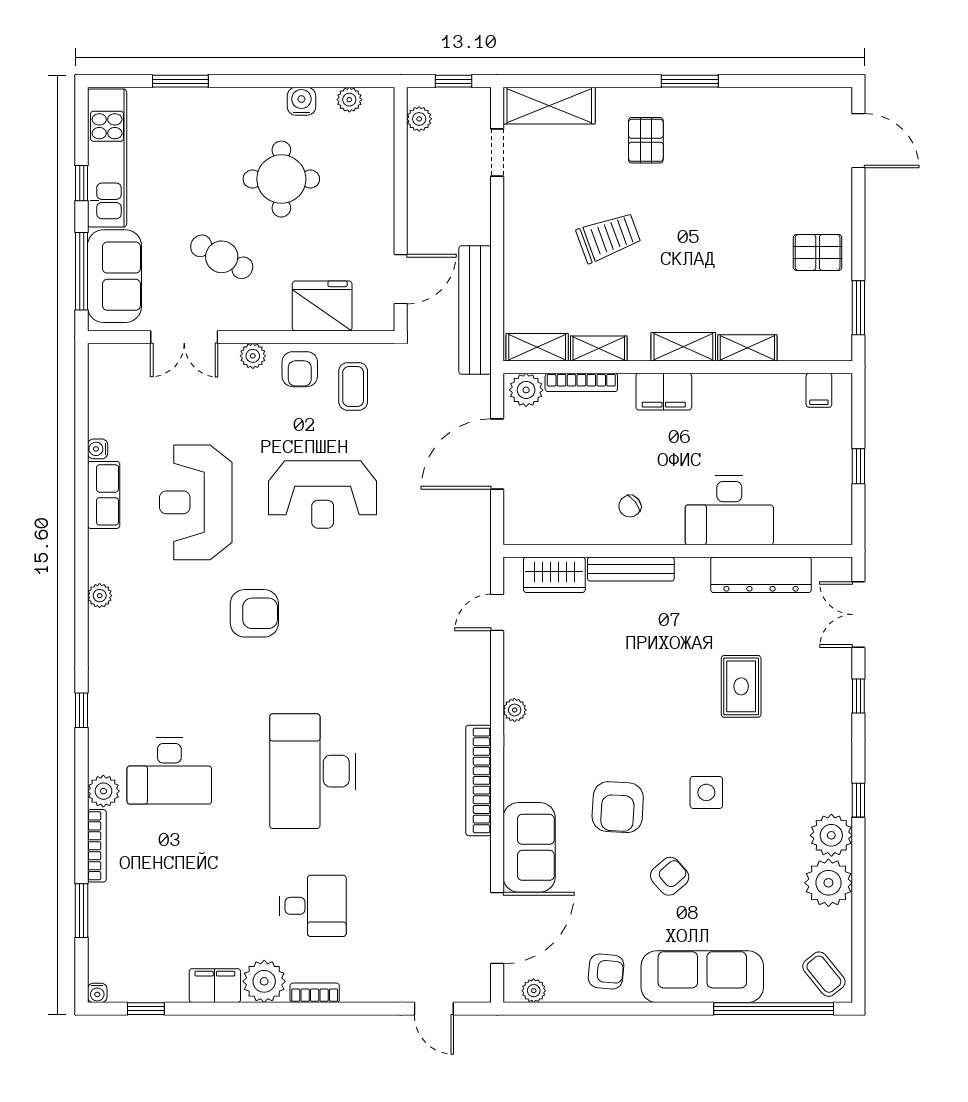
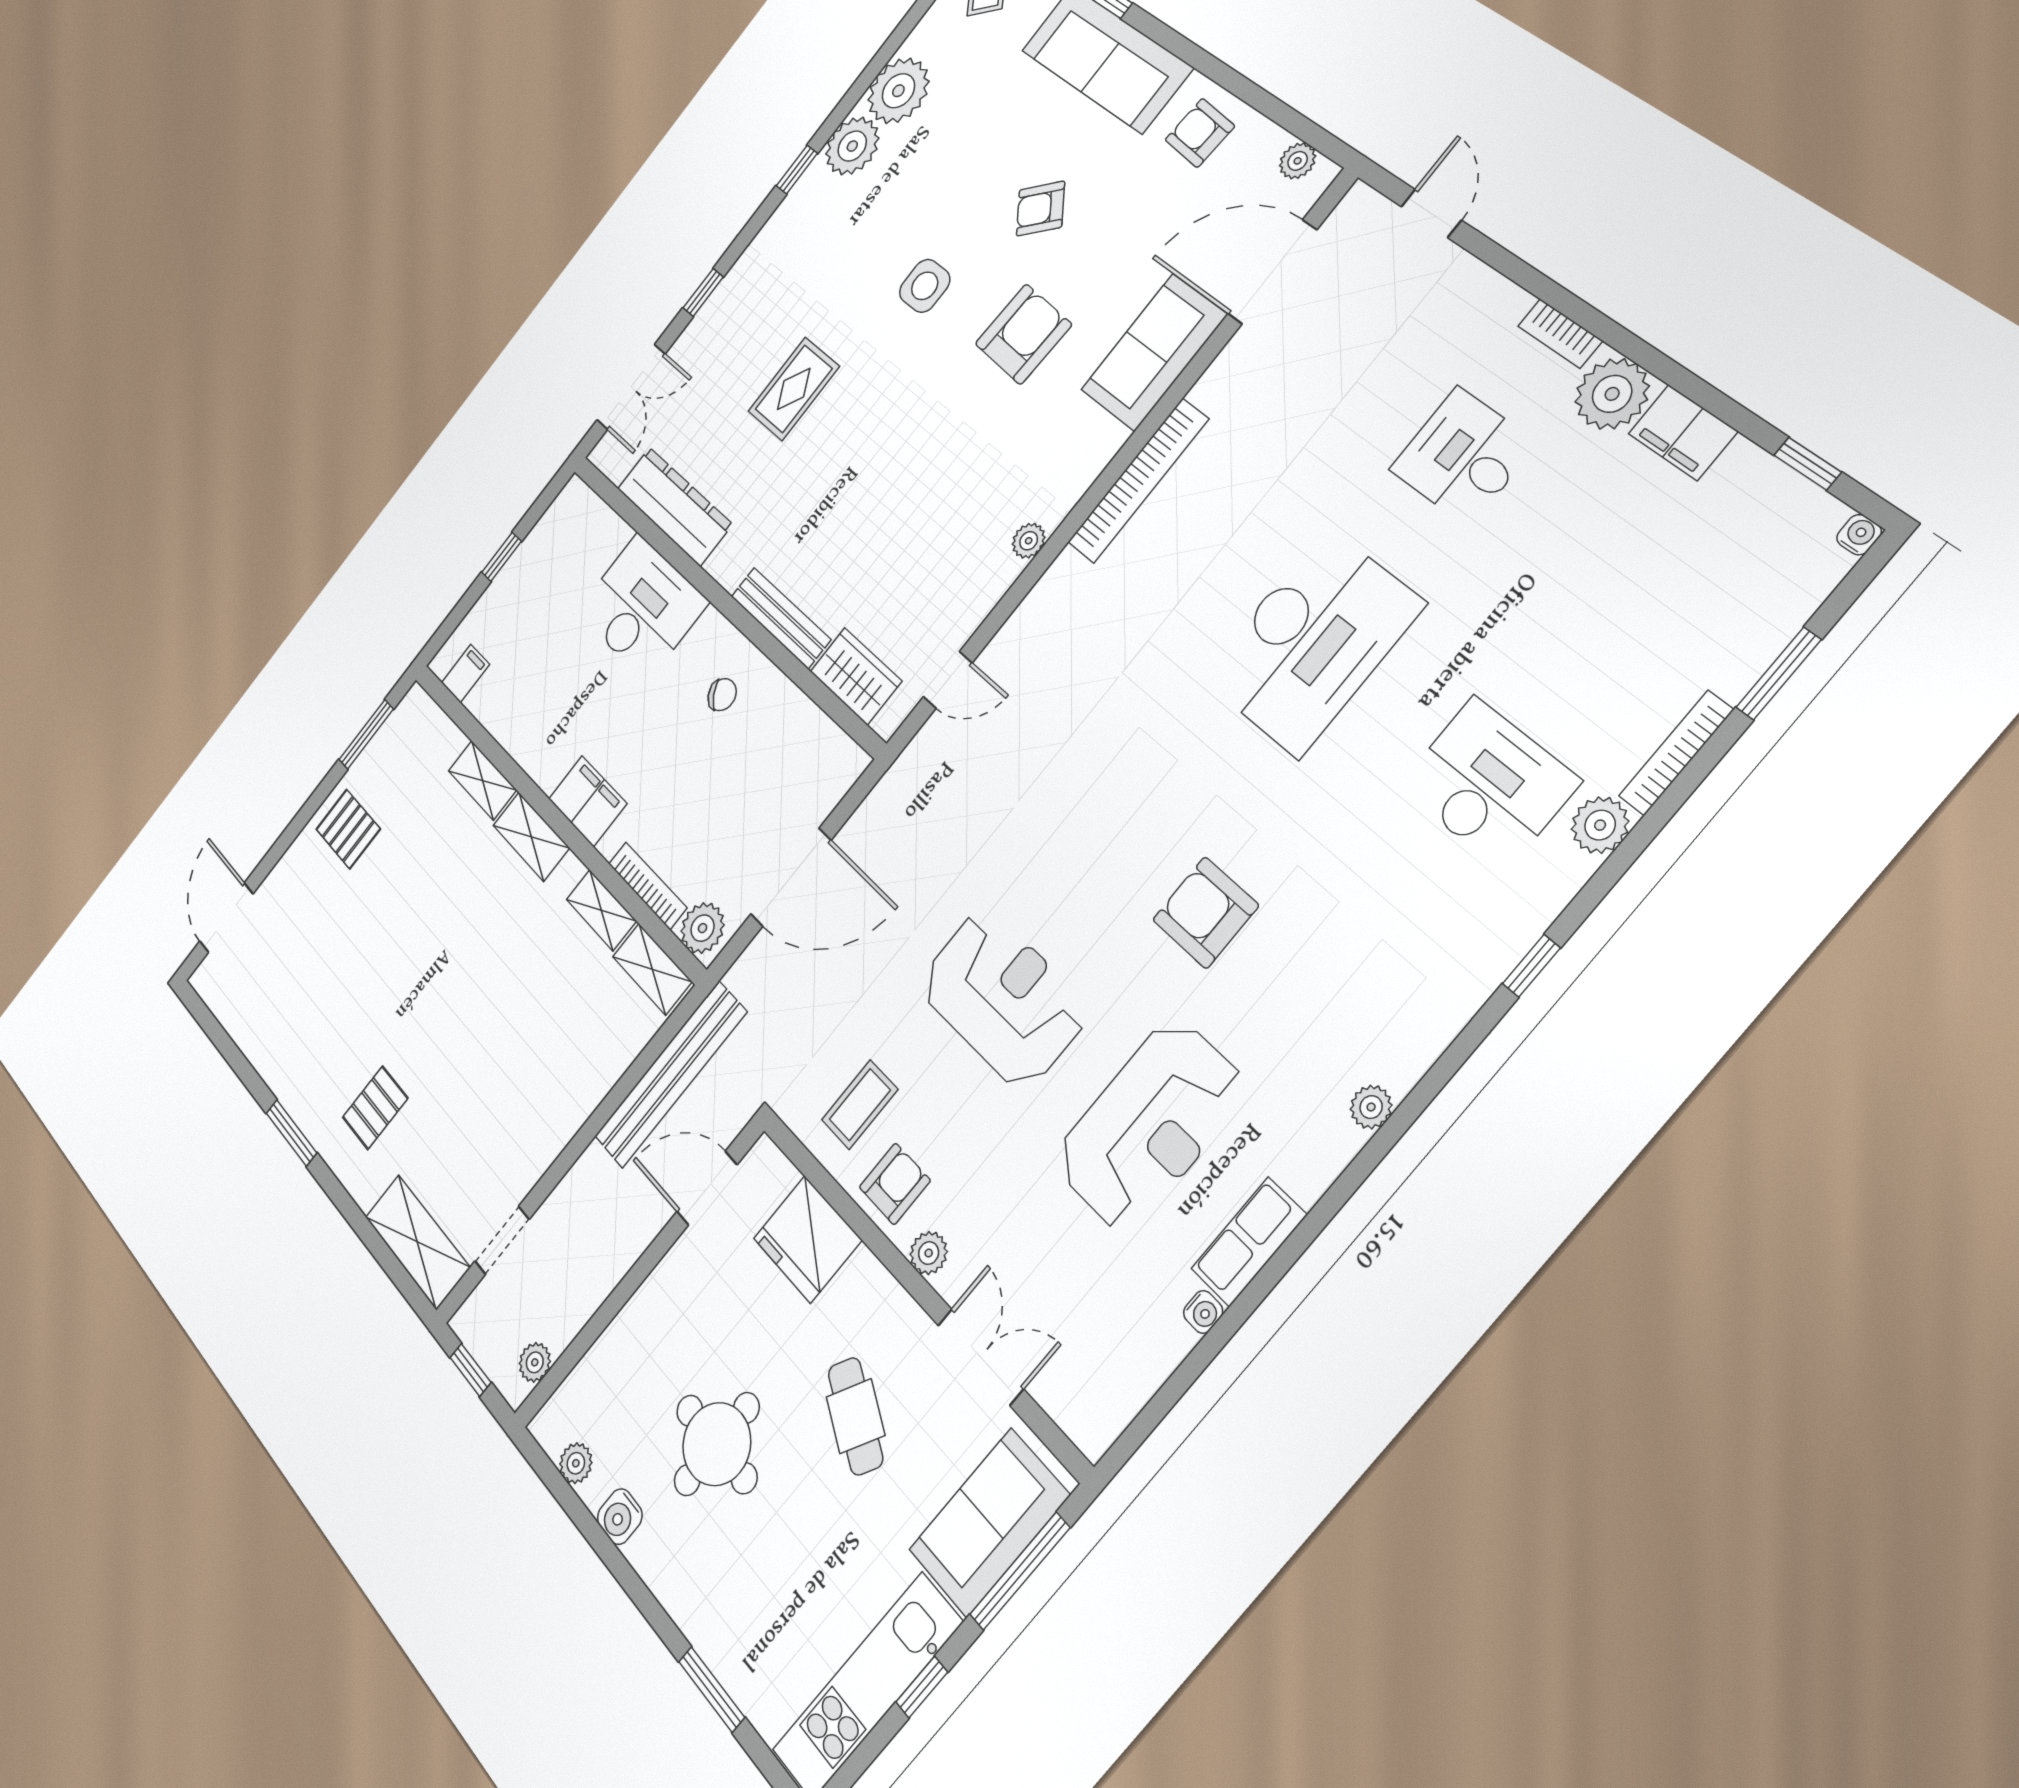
trolley: (608, 237) -> (491, 1031), removed

